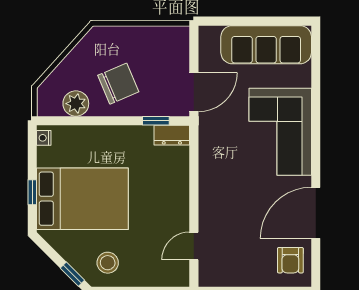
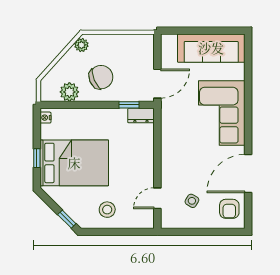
plant: (92, 40) -> (81, 45), added
side table: (240, 250) -> (192, 201), added
stool: (108, 263) -> (107, 210), moved

